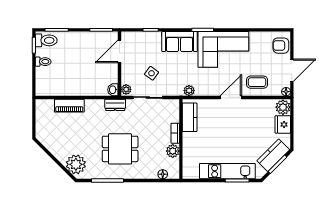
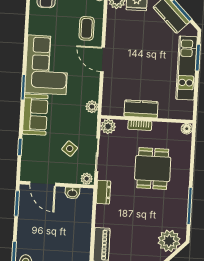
washbasin: (113, 90) -> (72, 193), moved
kitchen counter: (190, 117) -> (141, 109), moved
dining table: (120, 149) -> (153, 169), moved
plant: (173, 151) -> (108, 126), moved
floor lamp: (163, 174) -> (187, 129), moved

